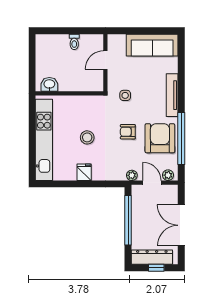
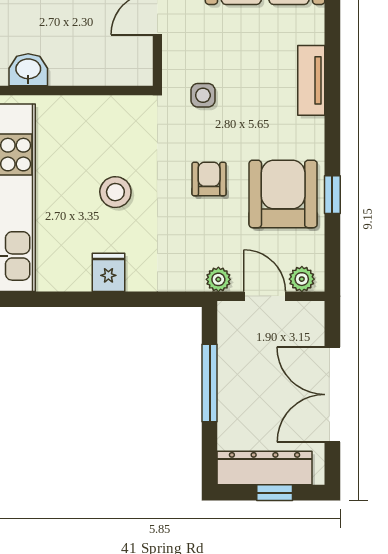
tv unit: (172, 95) -> (311, 80), width x0.71
armchair: (128, 132) -> (209, 179), turned 90
window: (181, 139) -> (332, 195), width x0.32
window: (128, 220) -> (210, 383), width x0.68

